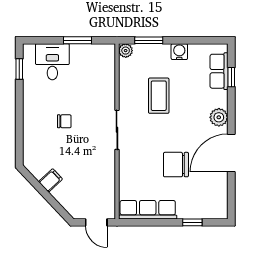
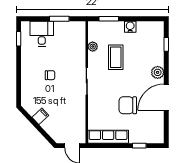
plant: (126, 51) -> (93, 47), moved
row of seats: (219, 71) -> (158, 40), removed

